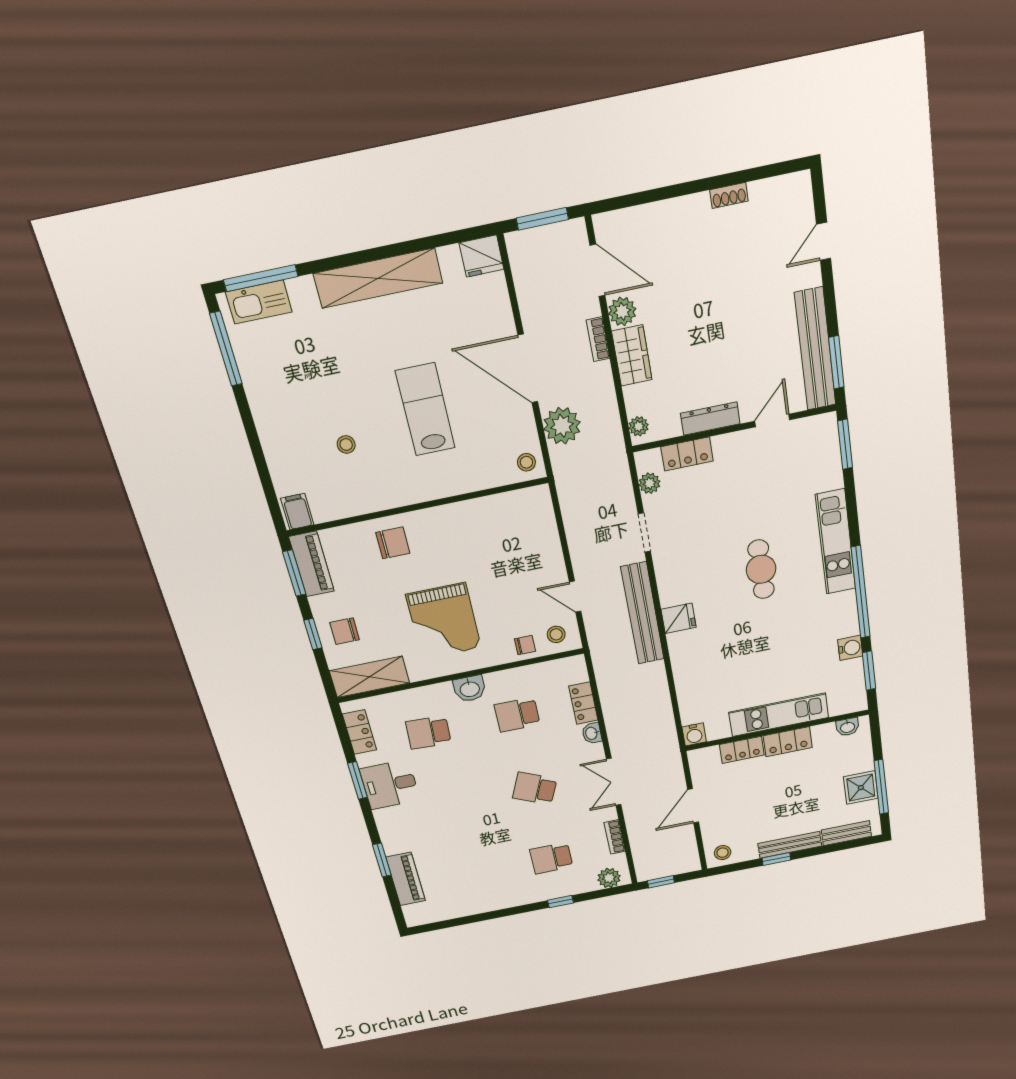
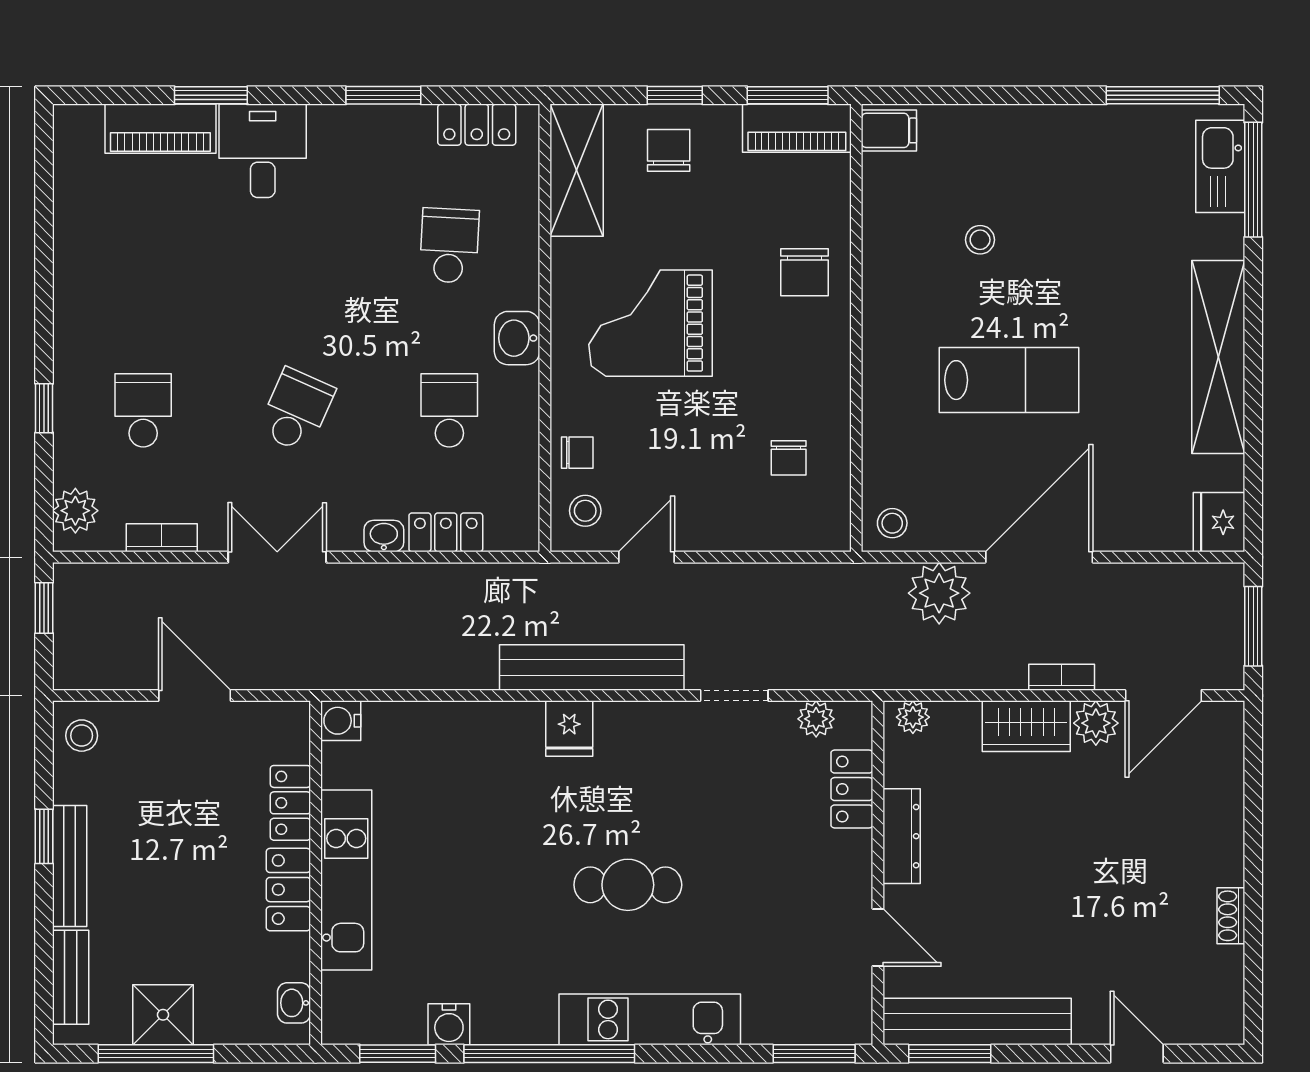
chair: (502, 530) -> (789, 458), added
chair: (525, 645) -> (577, 453), turned -90
desk: (390, 785) -> (263, 151), moved

